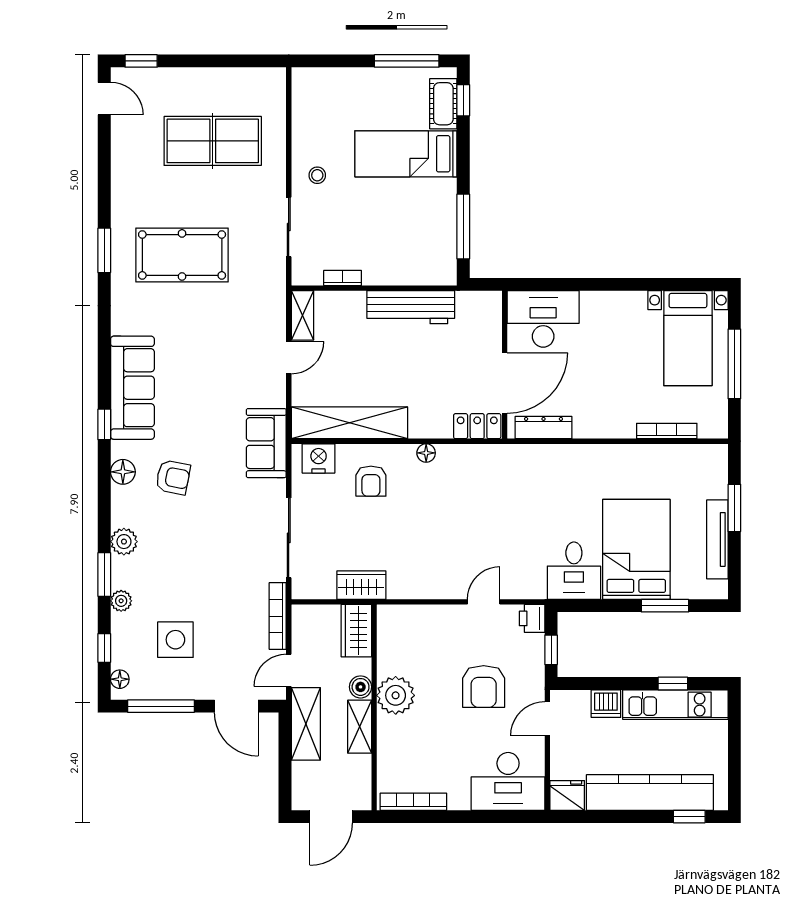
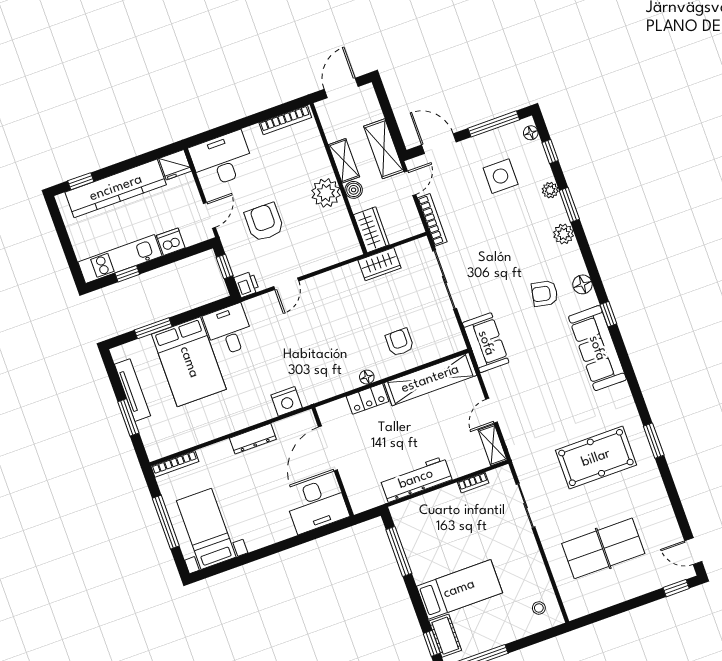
stool: (317, 175) -> (539, 608), moved
locker: (477, 426) -> (368, 399), moved
dresser: (544, 428) -> (253, 439), moved
bookcase: (667, 431) -> (175, 464), moved
nightstand: (319, 458) -> (287, 401), moved

